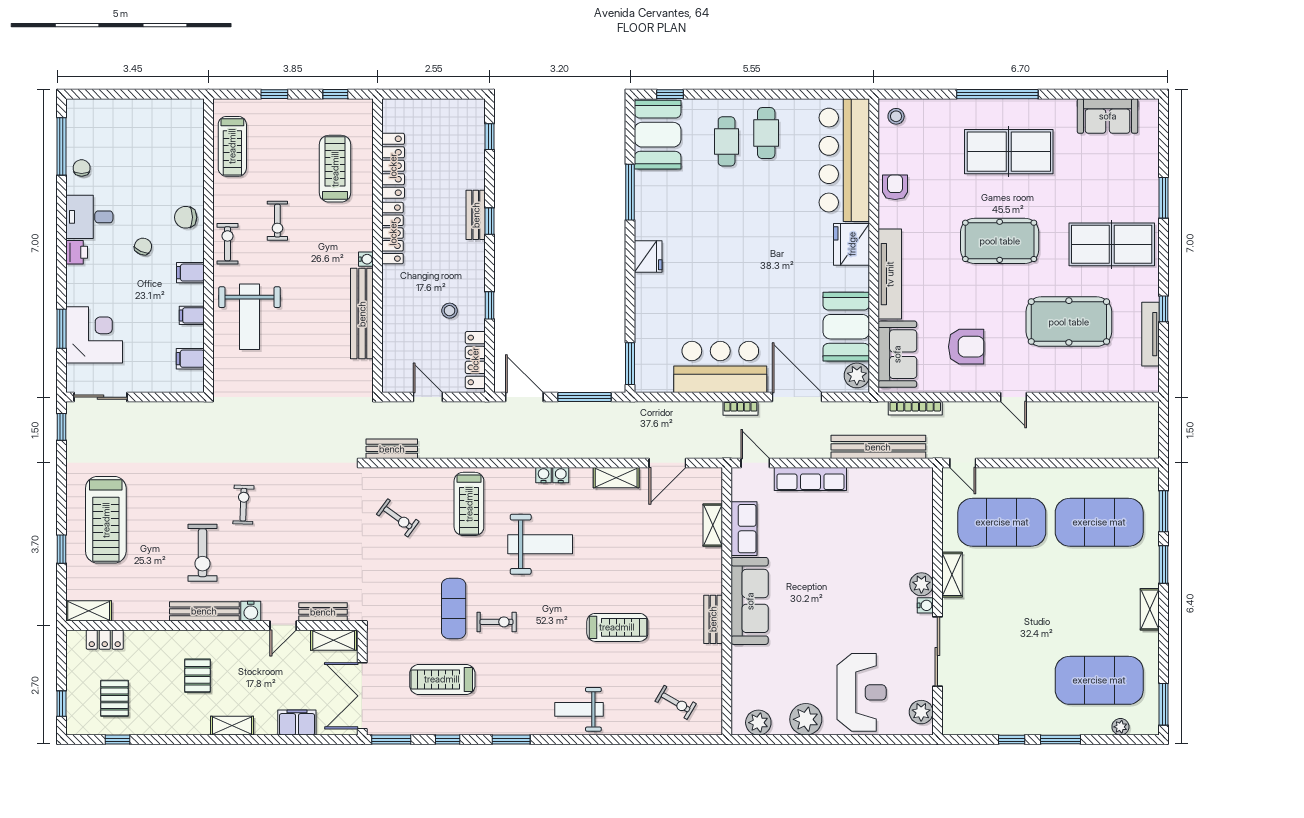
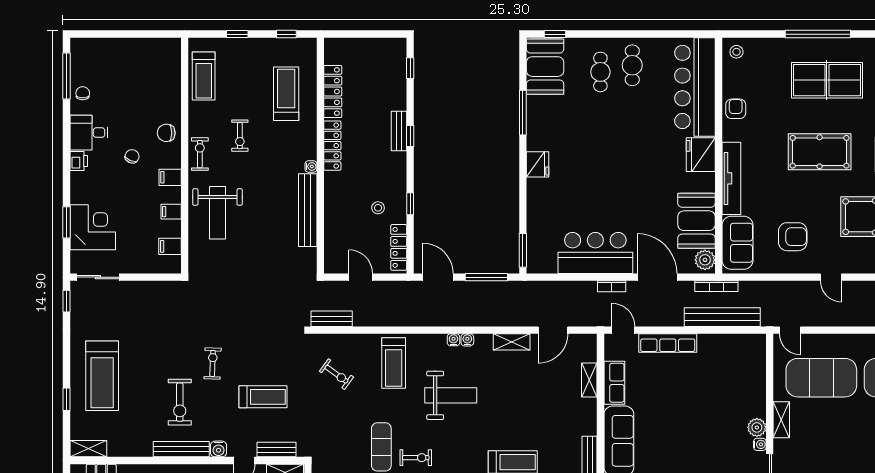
bookcase: (915, 408) -> (716, 286), moved
treadmill: (306, 546) -> (263, 397), added

